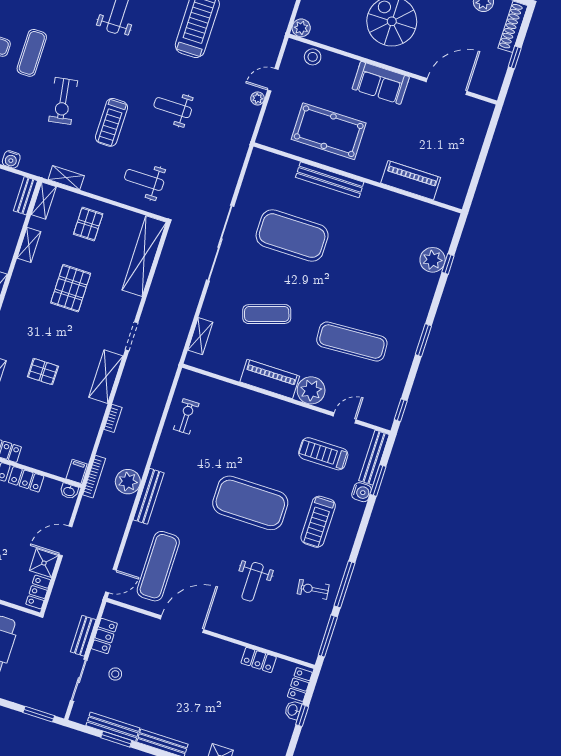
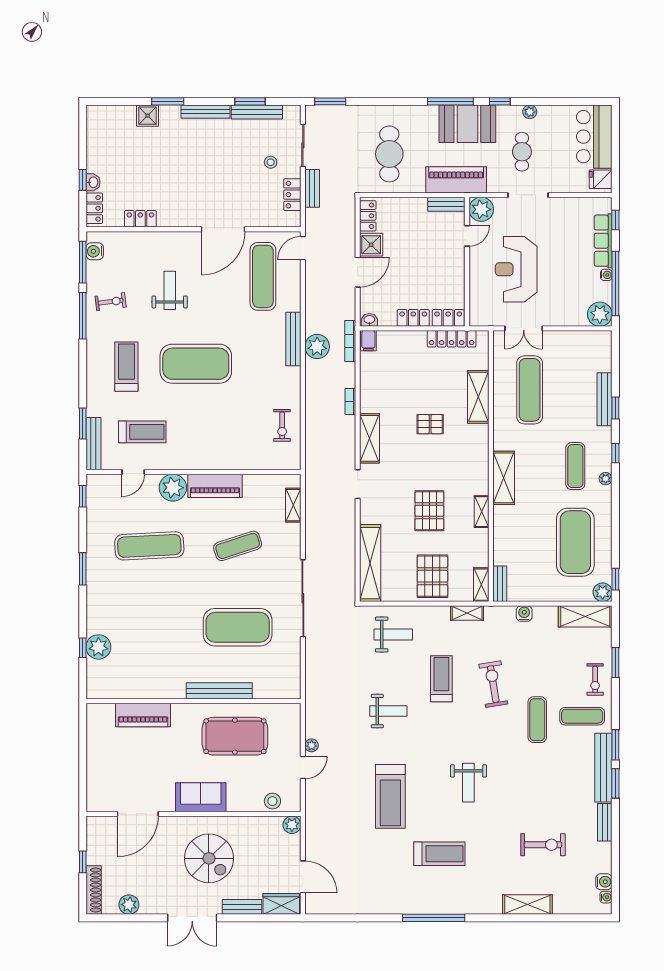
pallet: (88, 224) -> (432, 576), width x1.50, depth x1.42
shelving: (29, 245) -> (482, 512), moved
water cooler: (361, 492) -> (95, 251), moved

